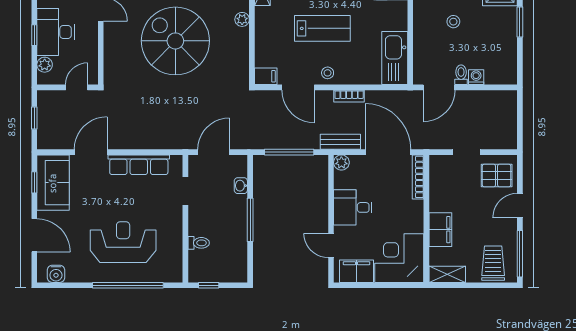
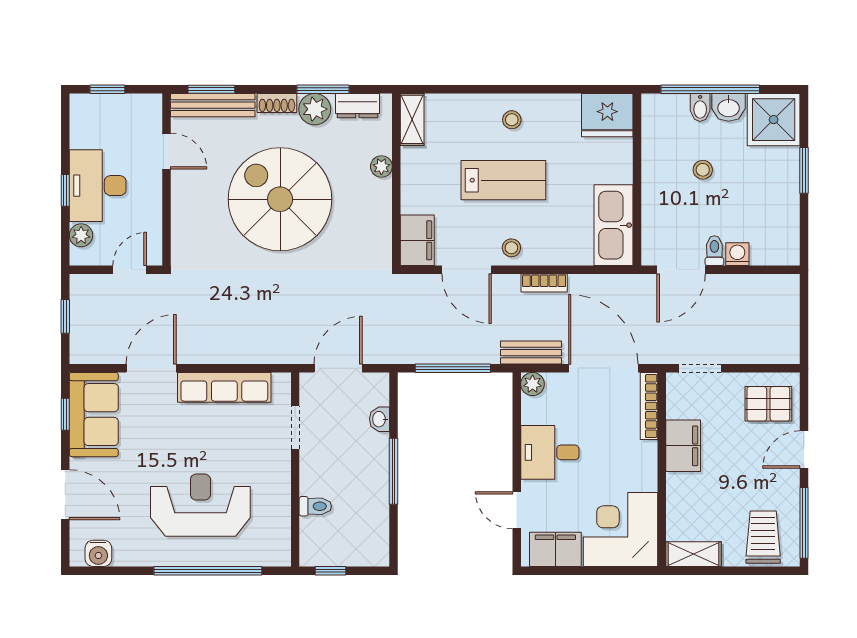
filing cabinet: (266, 76) -> (417, 240), width x2.00
doorway: (467, 152) -> (700, 368), moved
filing cabinet: (440, 230) -> (683, 446), moved

